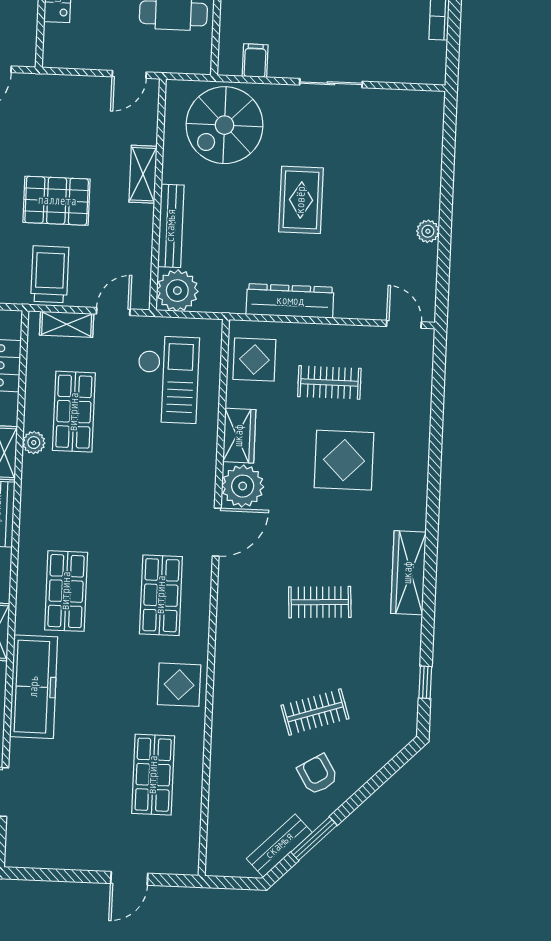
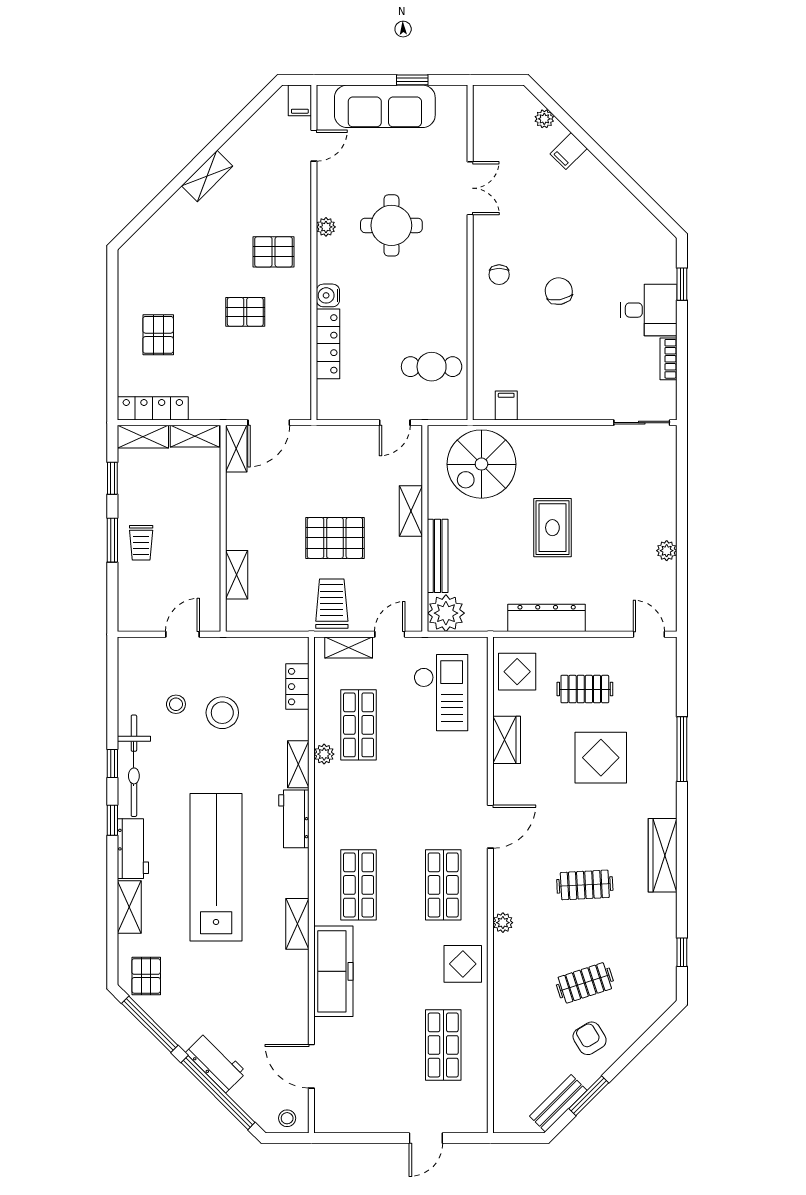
sliding door: (331, 83) -> (642, 423), moved
window: (435, 455) -> (682, 749), added
plant: (243, 486) -> (503, 923), moved, width x0.53, depth x0.53

